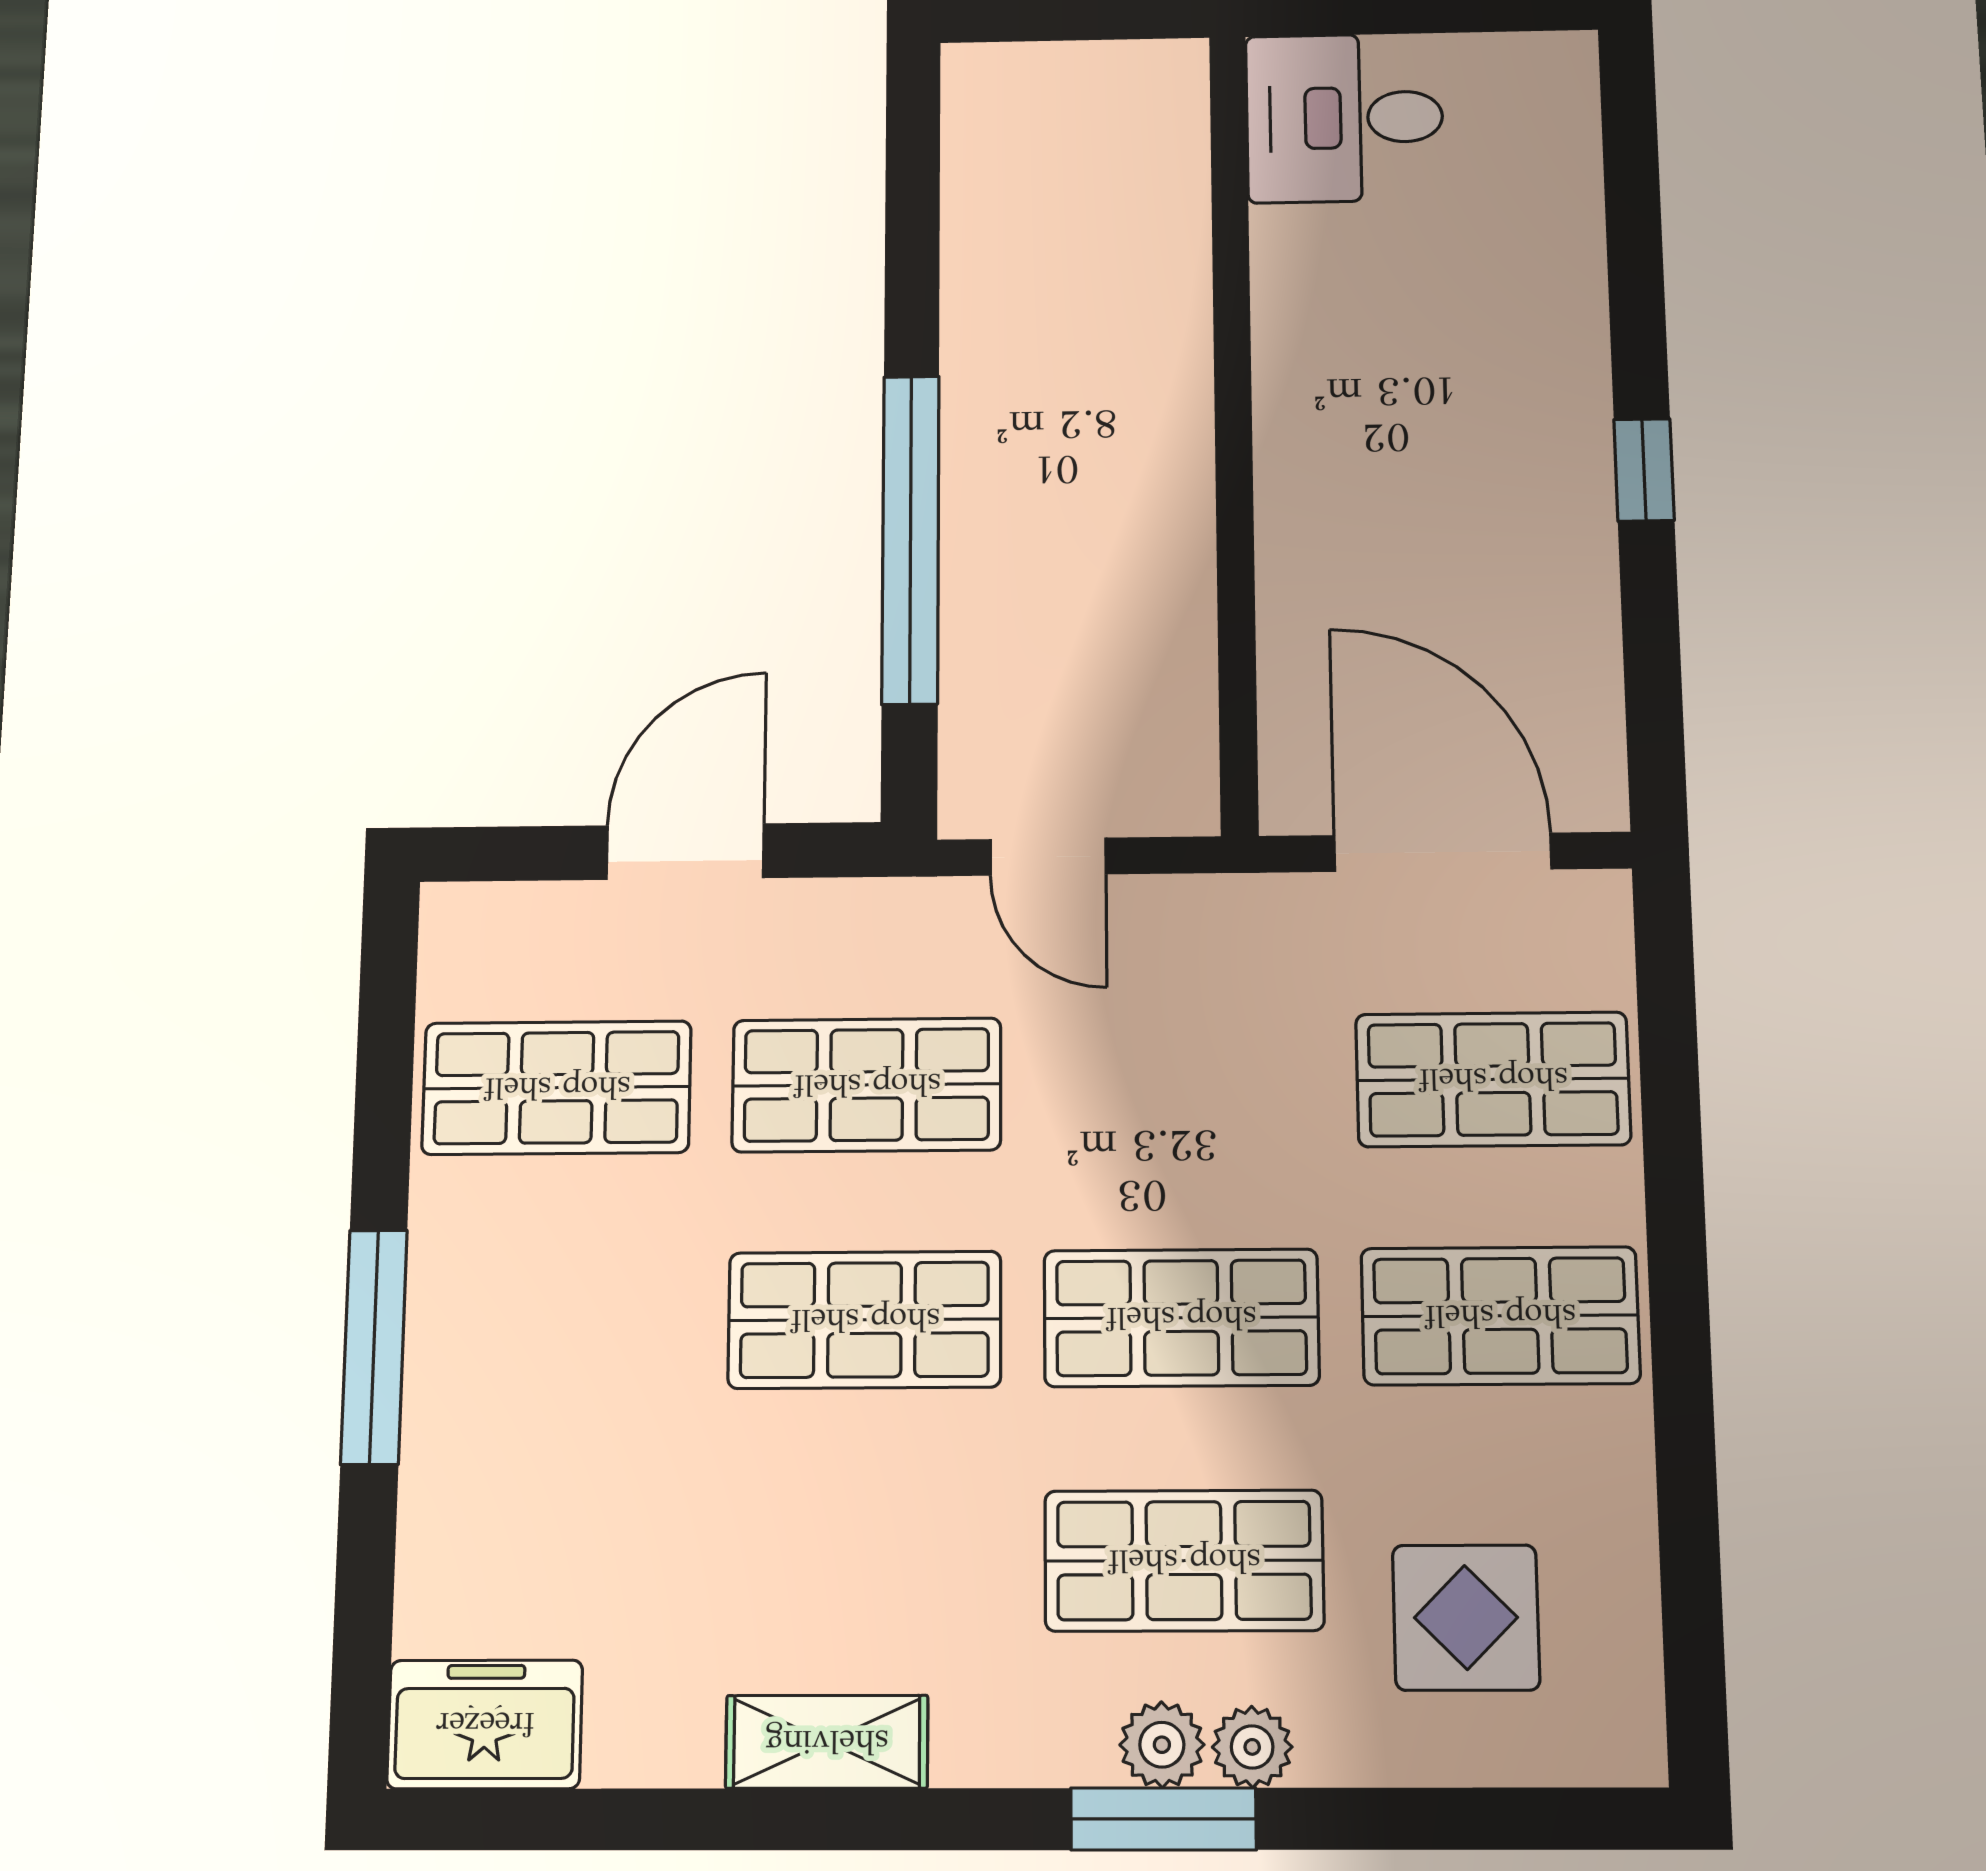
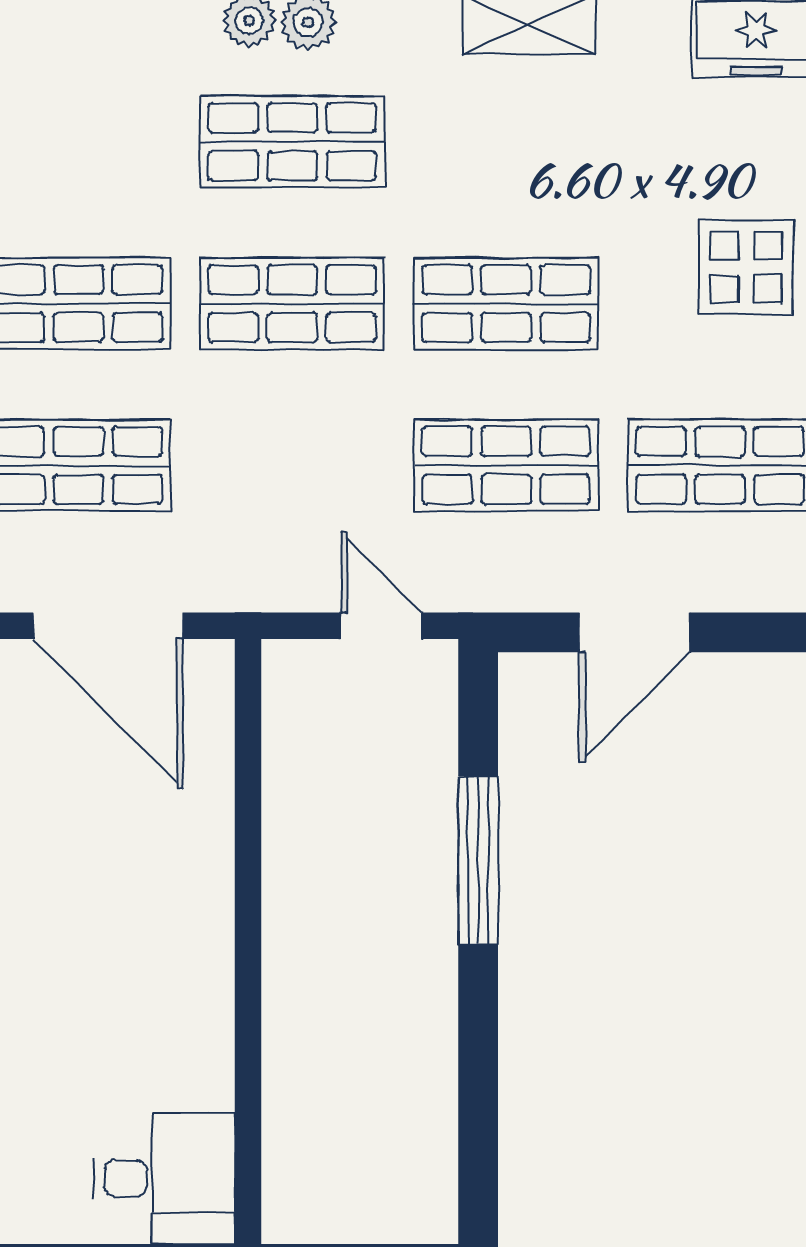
window: (911, 539) -> (478, 860), width x0.68
display table: (1466, 1617) -> (746, 267), moved

